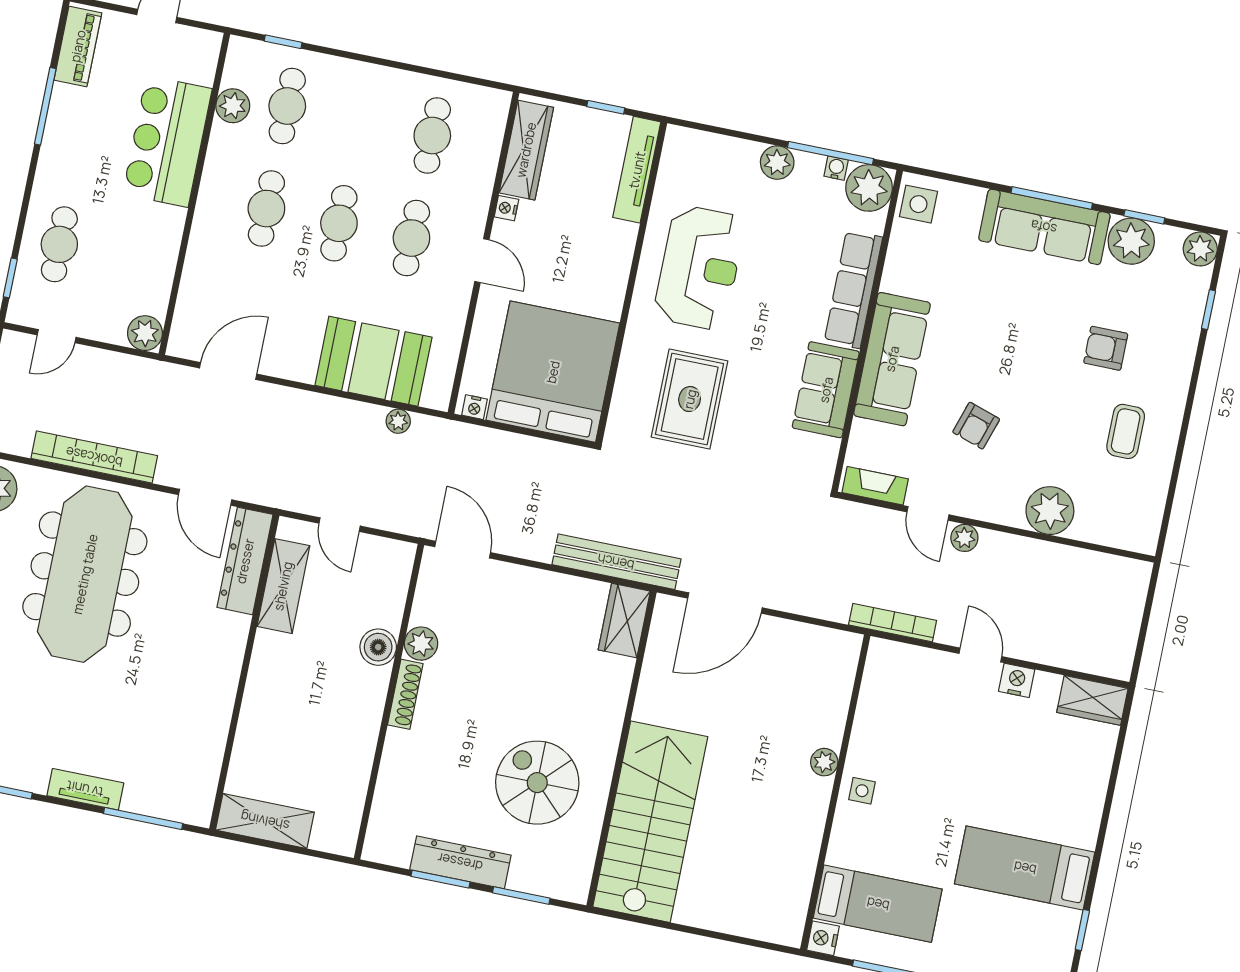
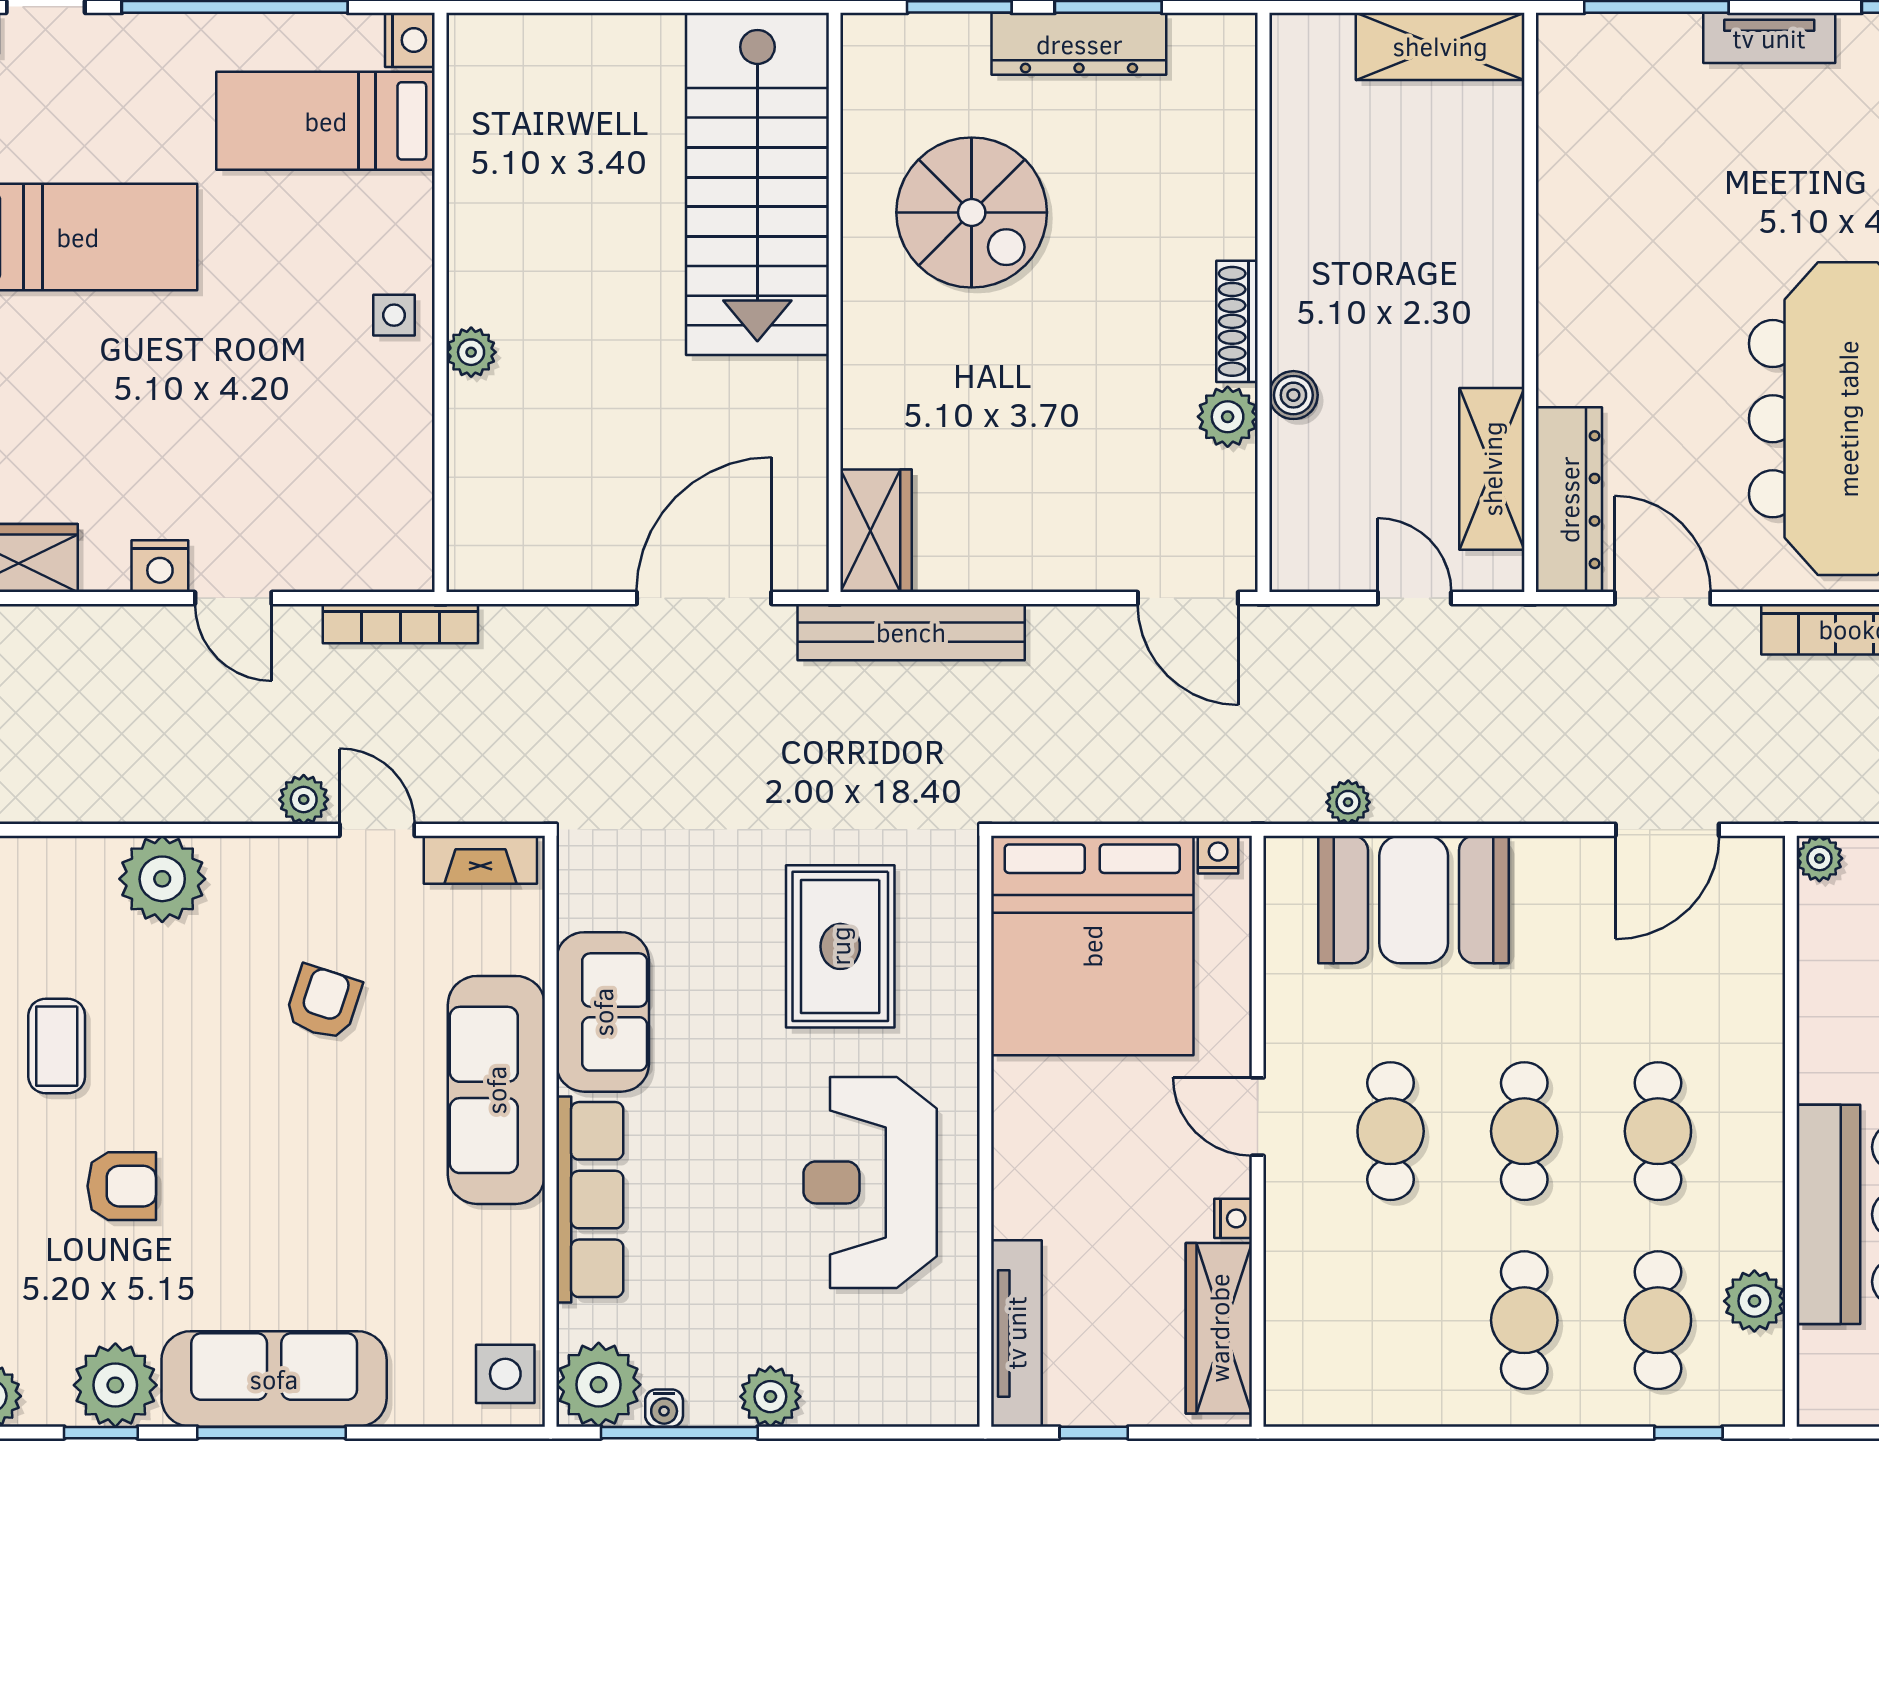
cafe table: (432, 136) -> (1524, 1320), moved
plant: (145, 333) -> (1819, 858), width x0.73, depth x0.73
boiler: (378, 647) -> (1293, 395), width x0.73, depth x0.73

